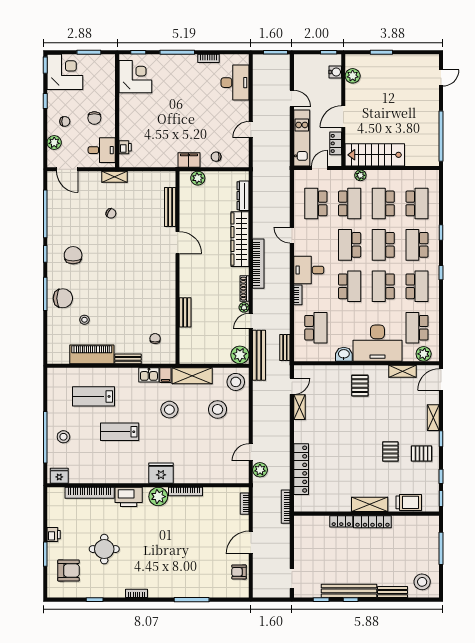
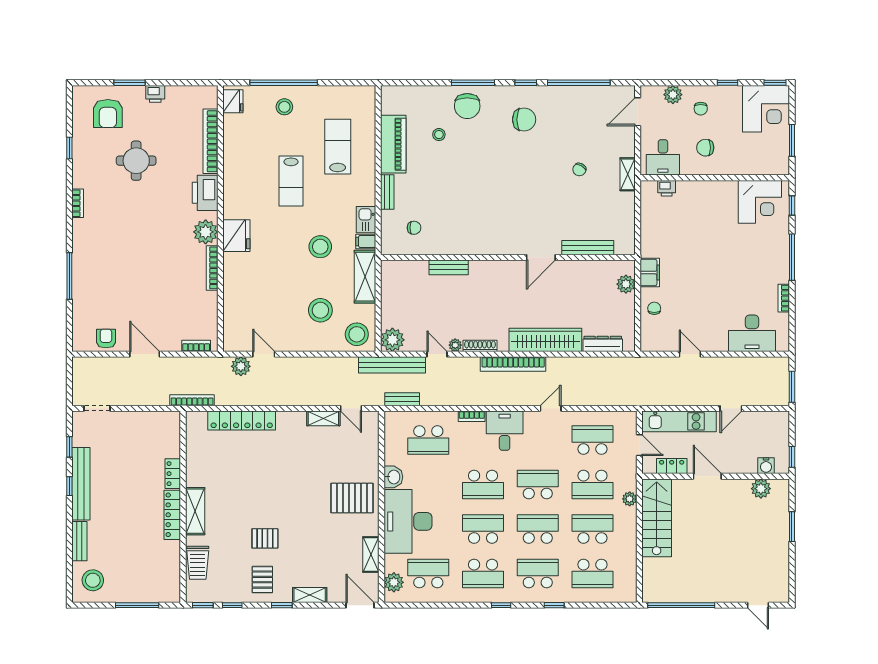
pallet: (360, 386) -> (352, 498), width x1.50, depth x1.42
lab bench: (120, 432) -> (291, 181), turned 180

